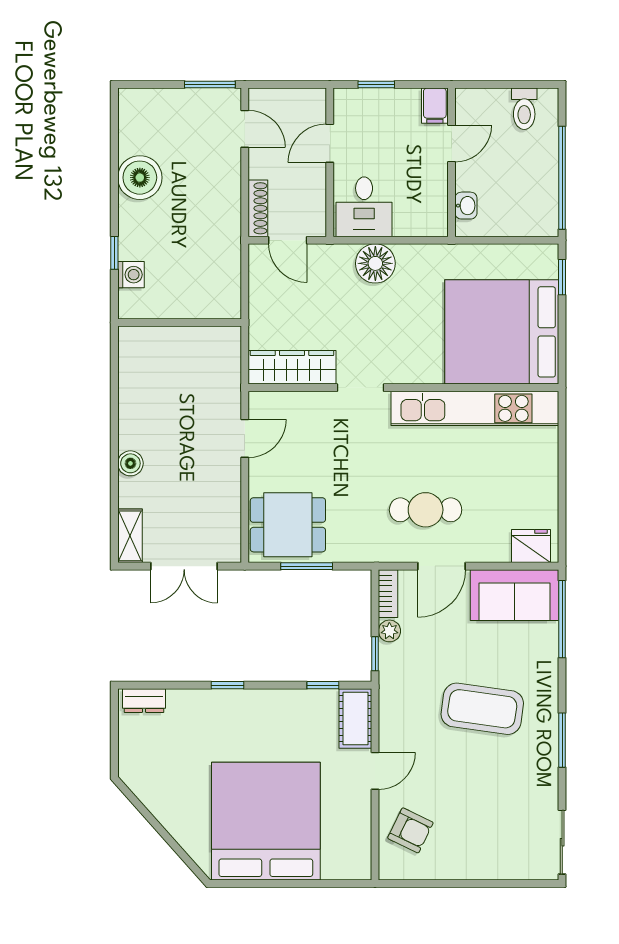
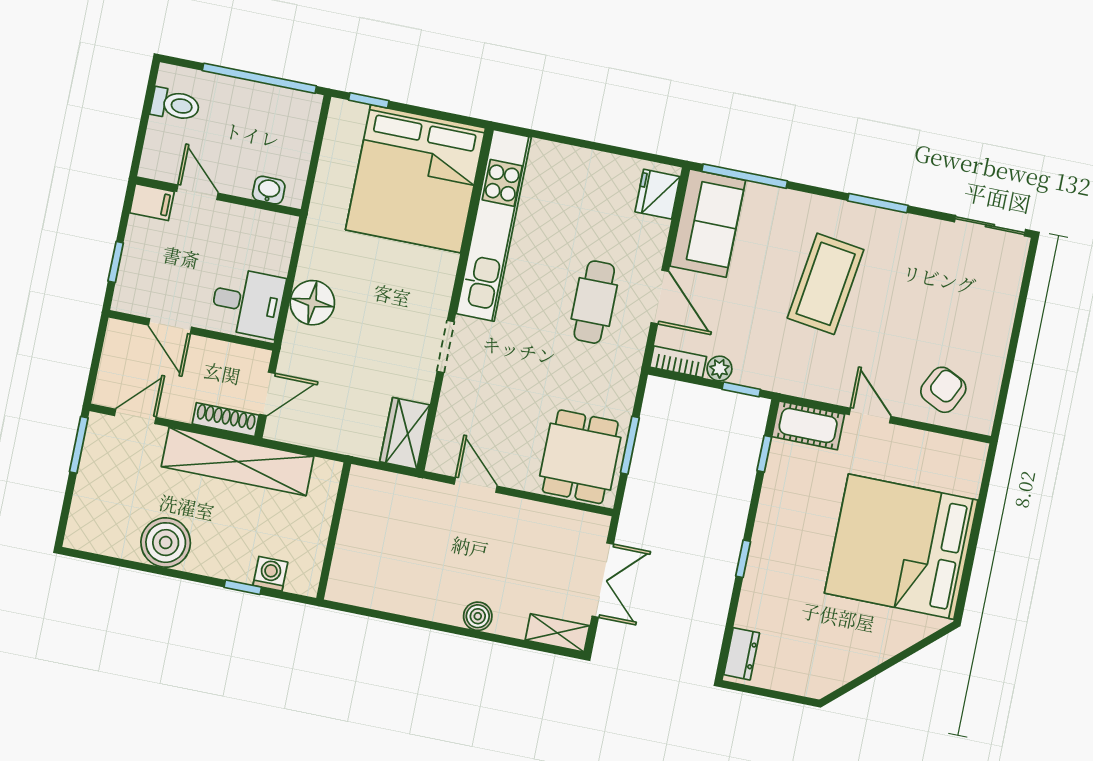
shelving: (223, 226) -> (238, 461), added
wardrobe: (292, 367) -> (405, 433), width x0.67

